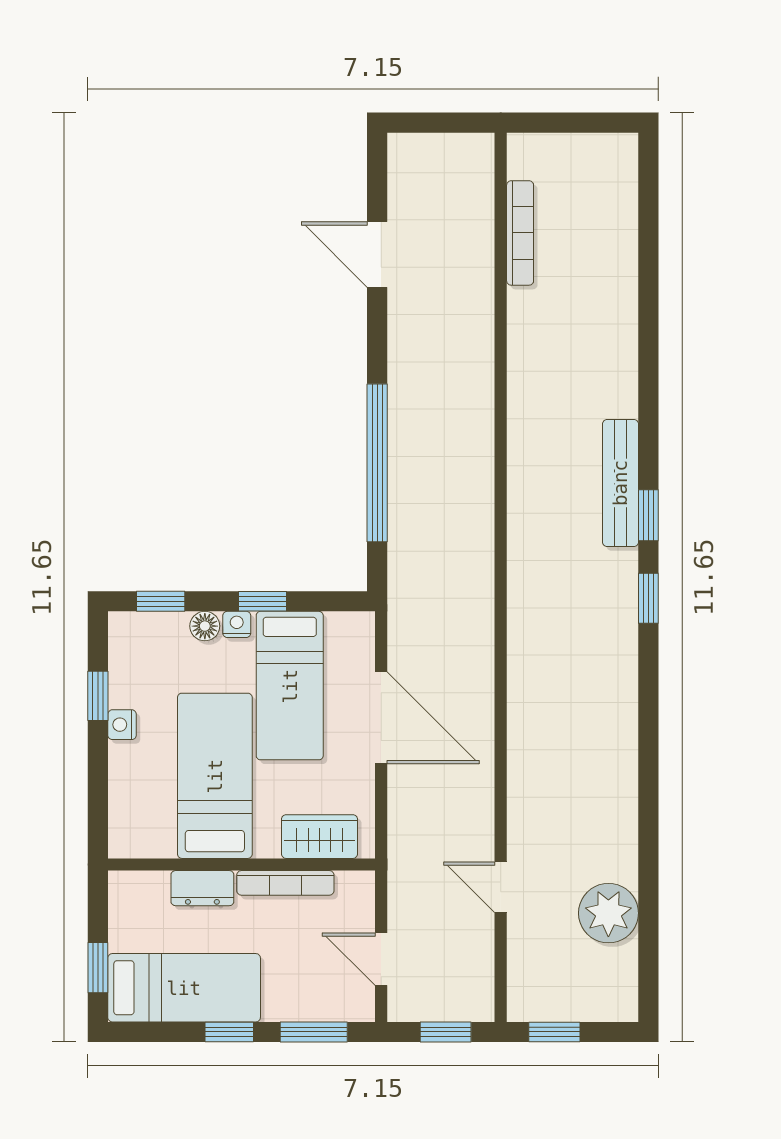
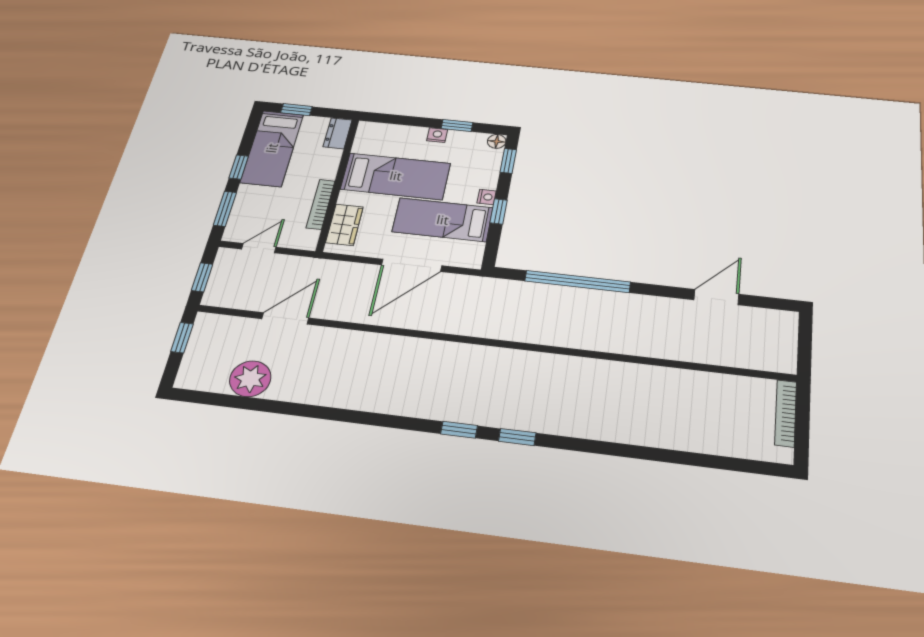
bookcase: (520, 233) -> (786, 413), moved, turned 90
bench: (620, 483) -> (543, 422), removed
floor lamp: (205, 626) -> (497, 141), moved
door: (501, 887) -> (285, 318), width x1.38
dresser: (202, 888) -> (338, 133), moved

